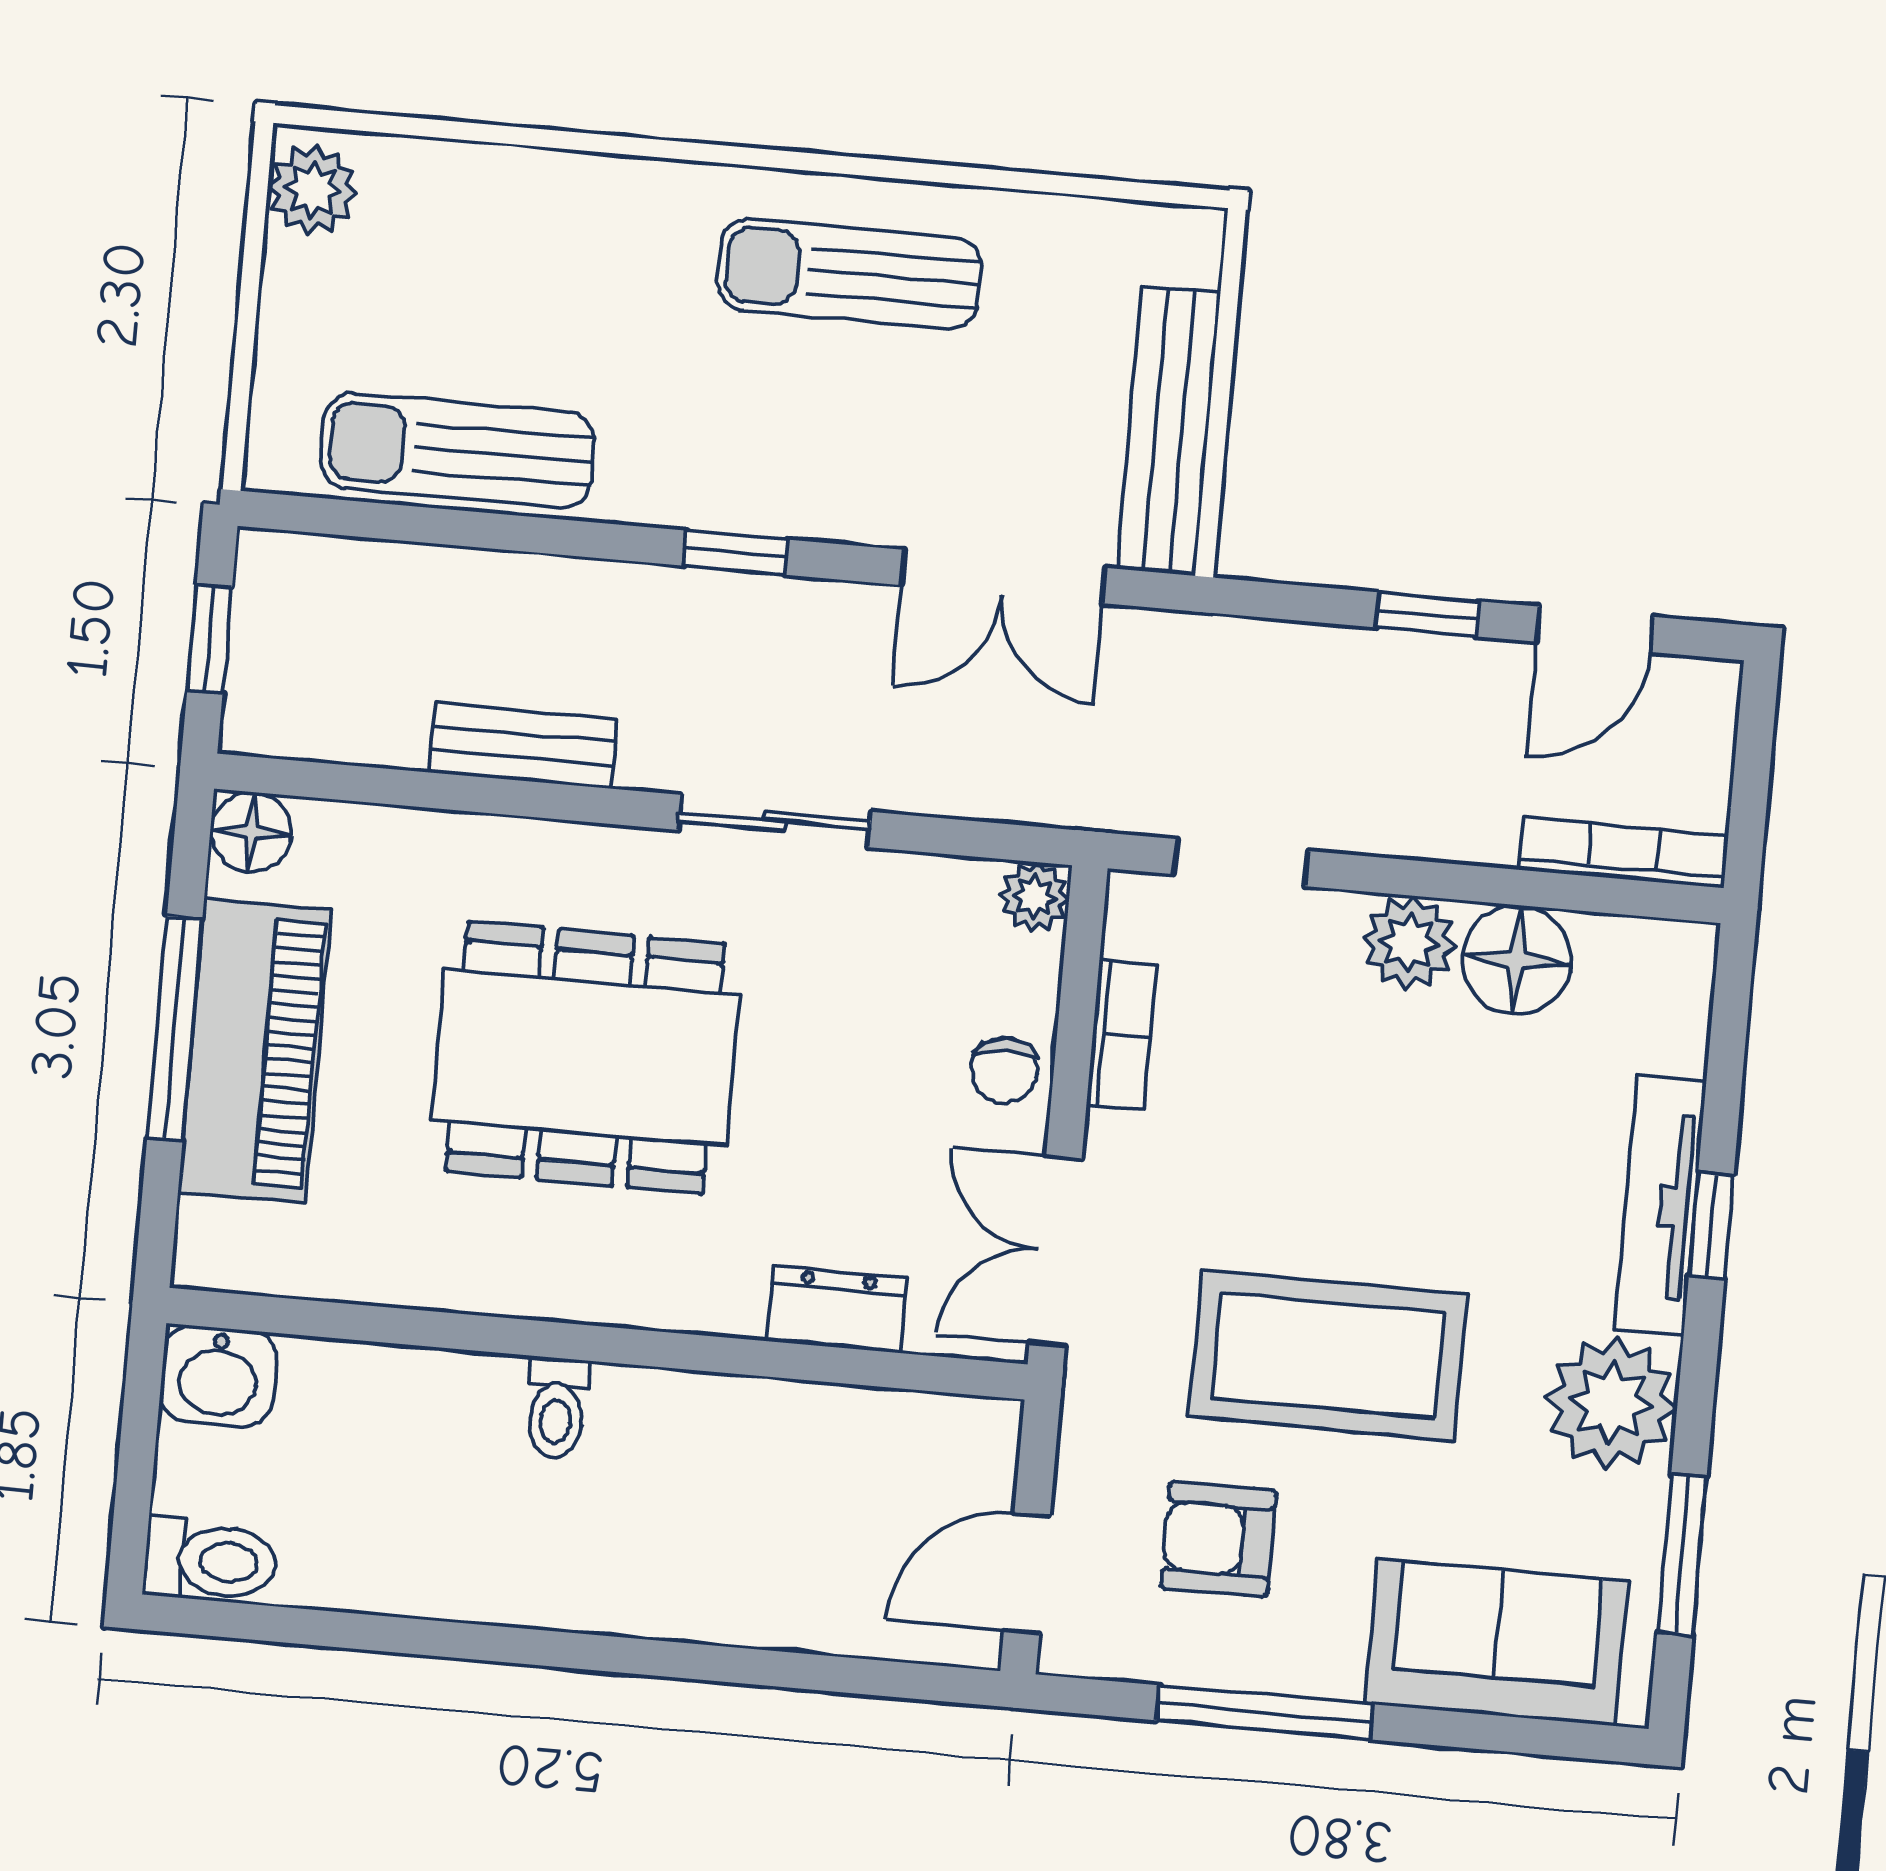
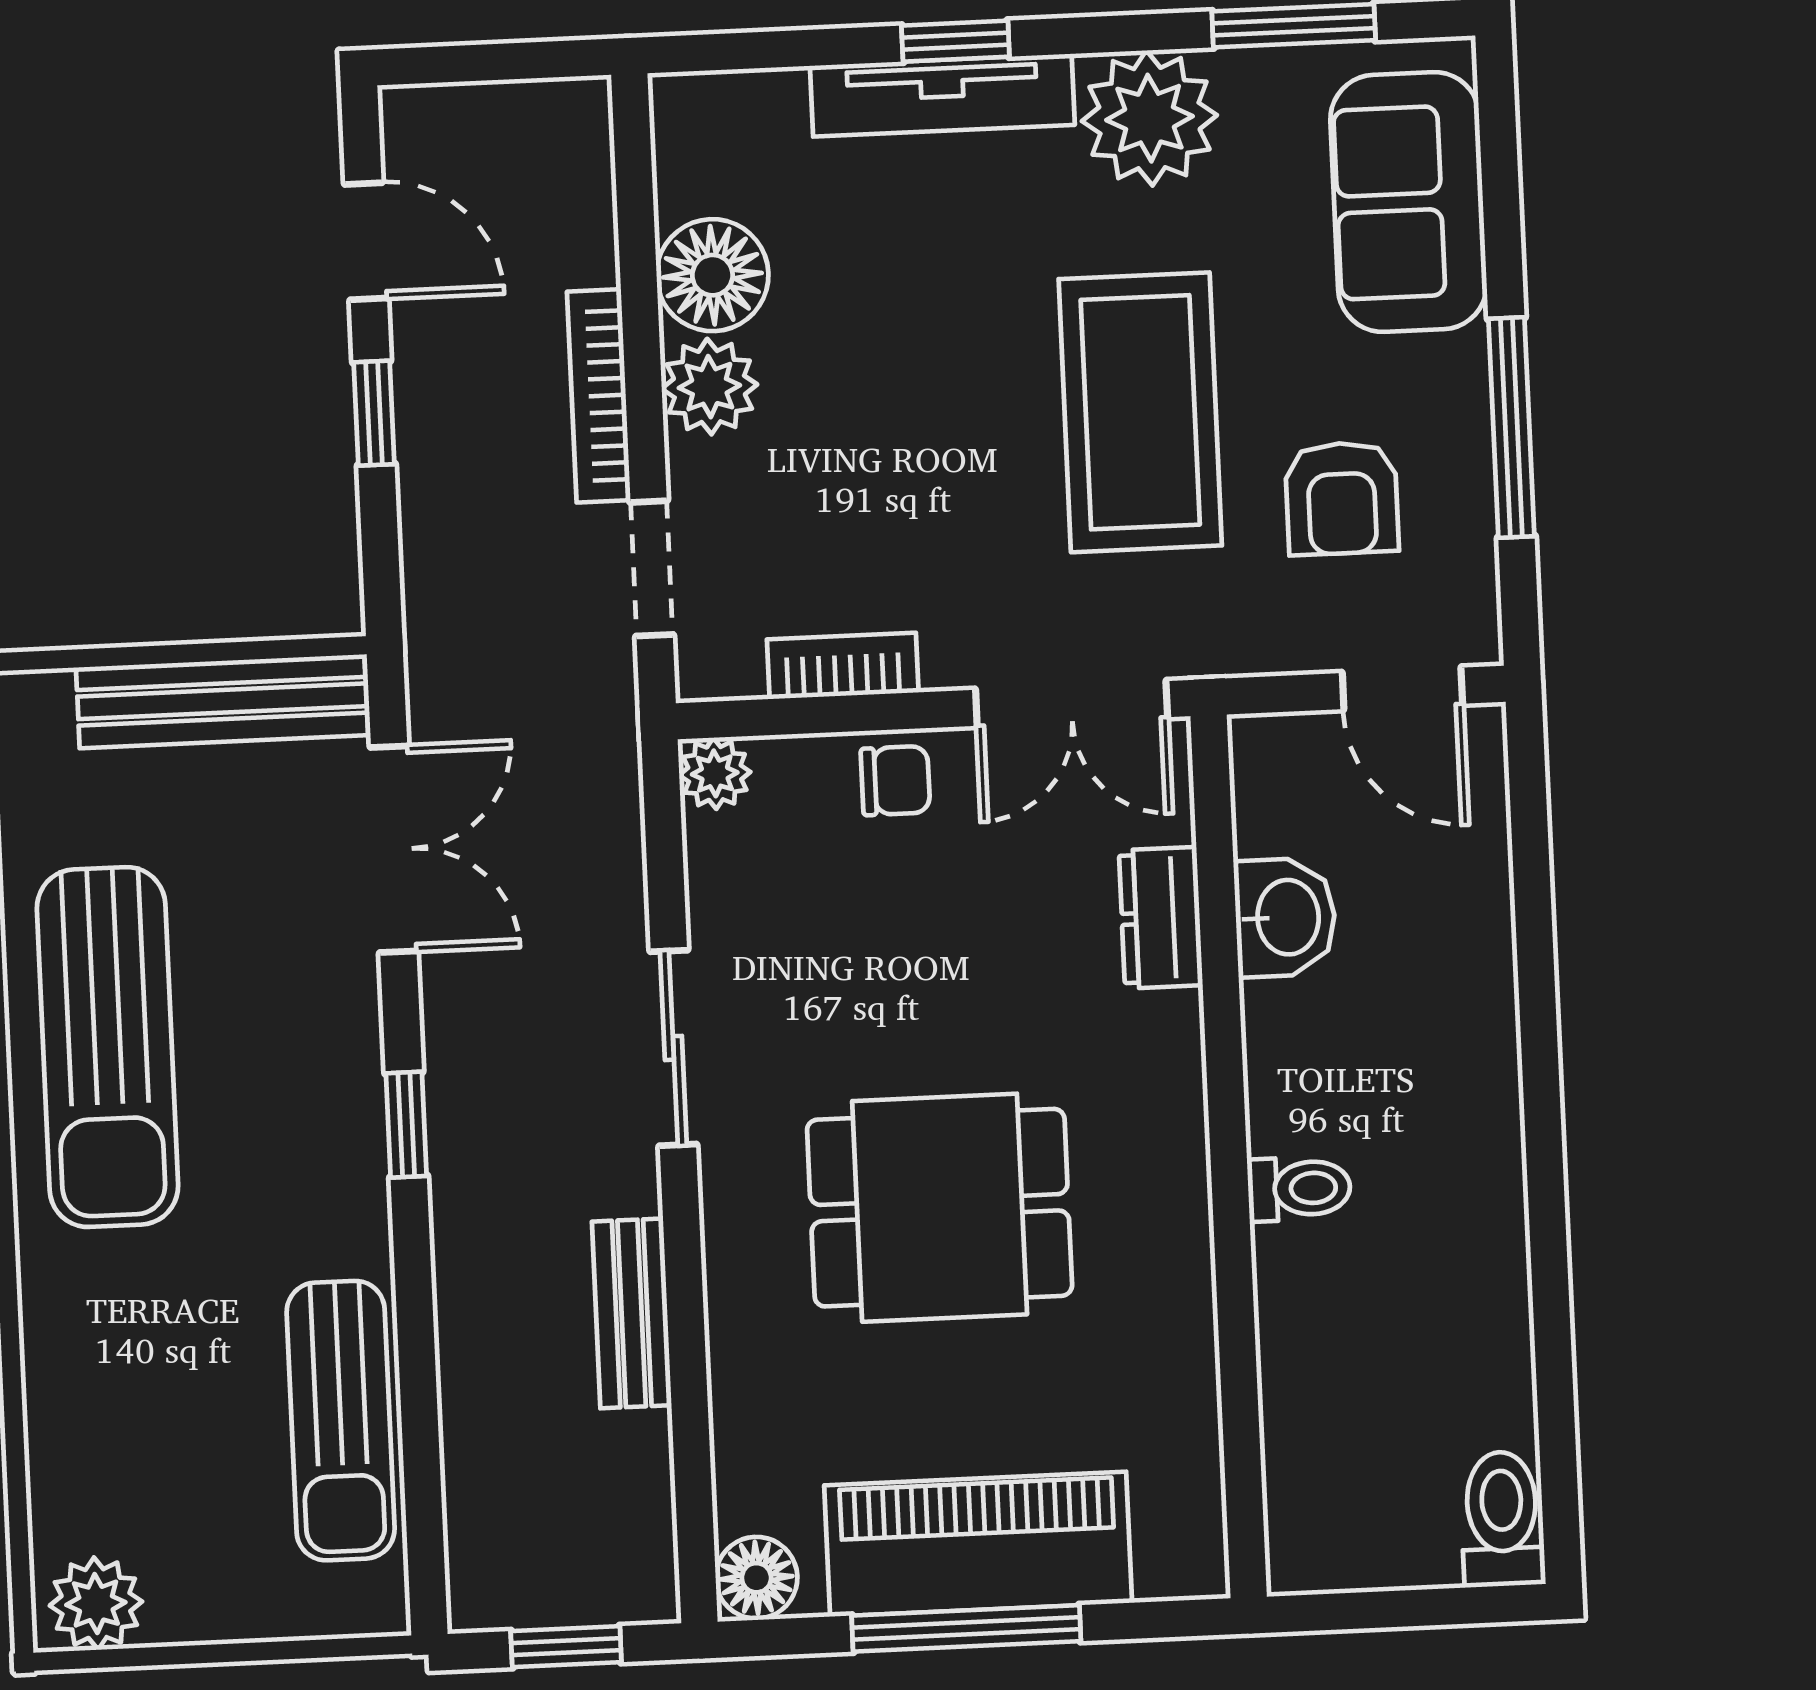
sun lounger: (849, 274) -> (107, 1047), width x1.36, depth x1.34
bookcase: (1623, 853) -> (599, 396), moved
dining table: (585, 1057) -> (940, 1208), width x0.73
washbasin: (219, 1376) -> (1285, 917), moved

